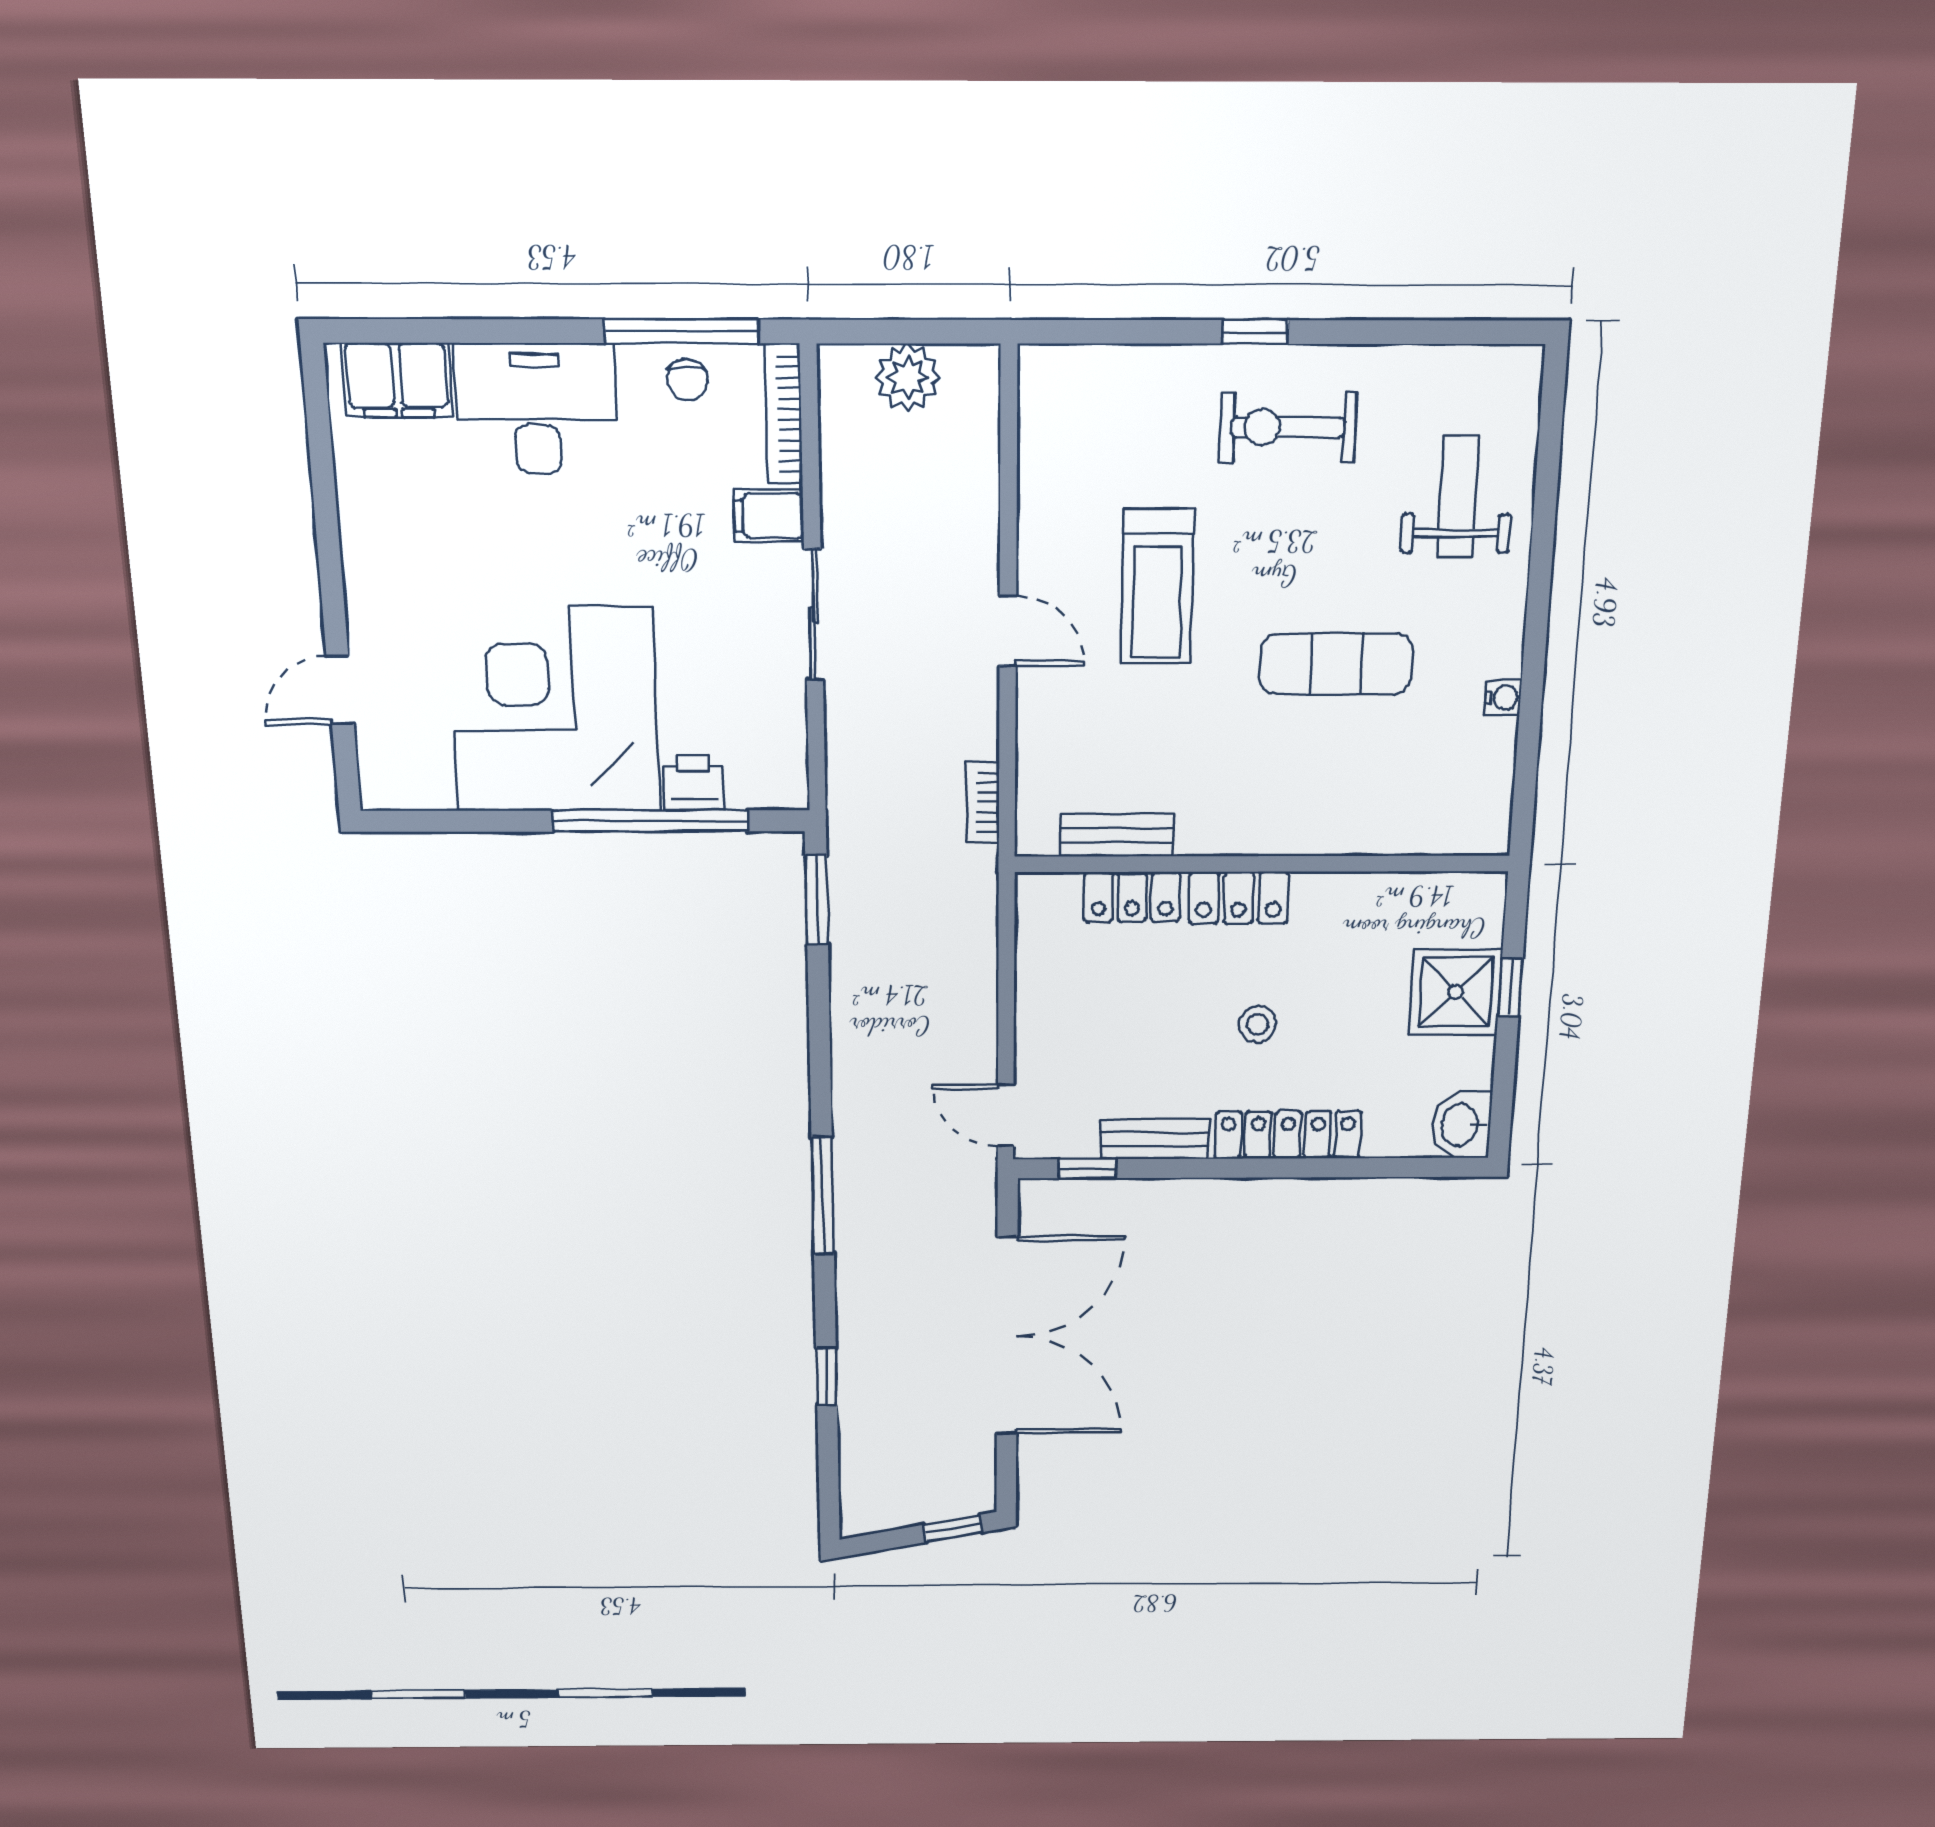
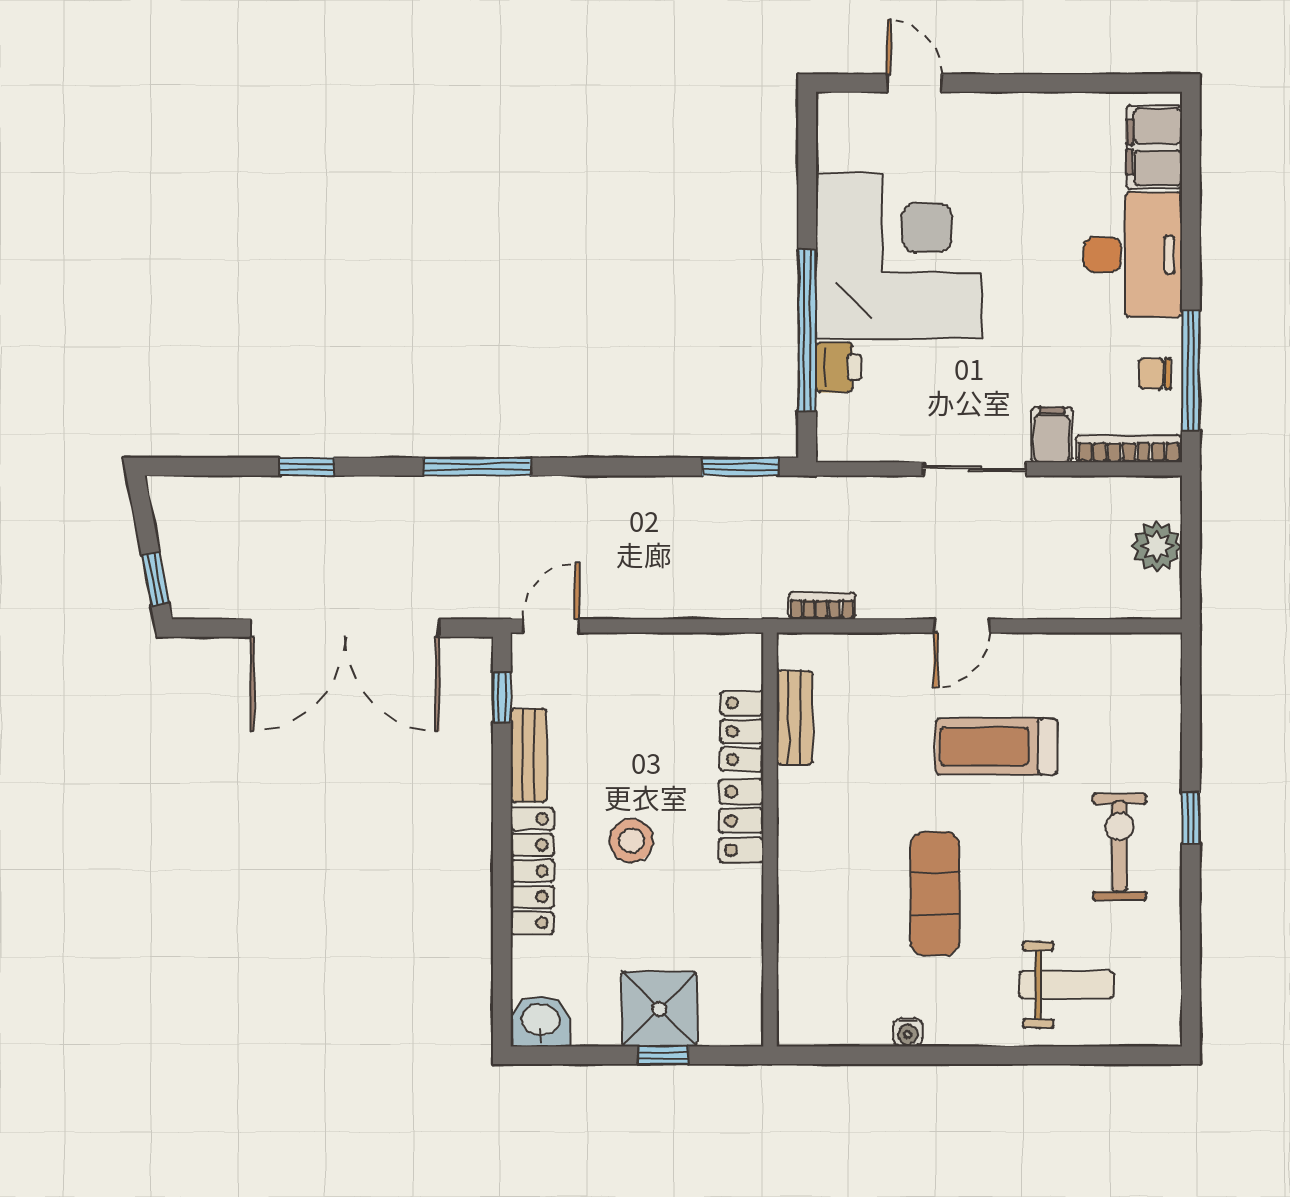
stool: (1257, 1024) -> (631, 841), width x1.37, depth x1.37

